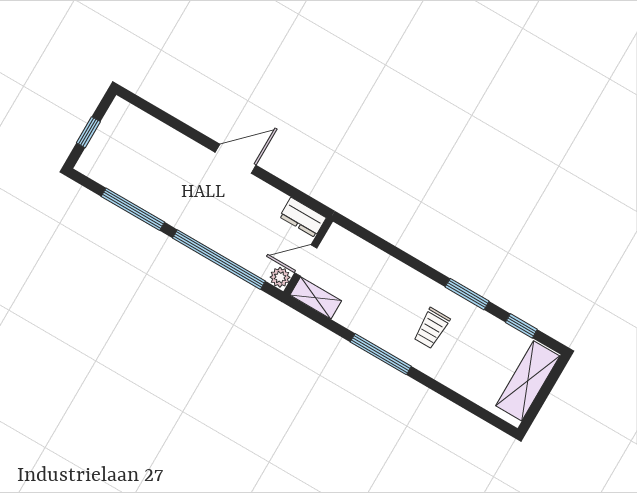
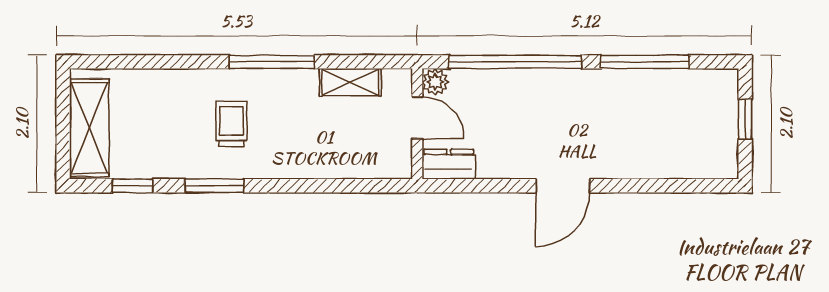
door: (306, 260) -> (417, 118), hinge flipped
shelving: (316, 298) -> (350, 82), moved

